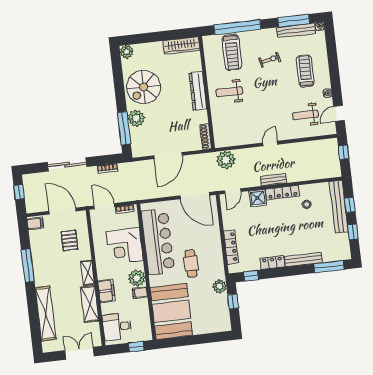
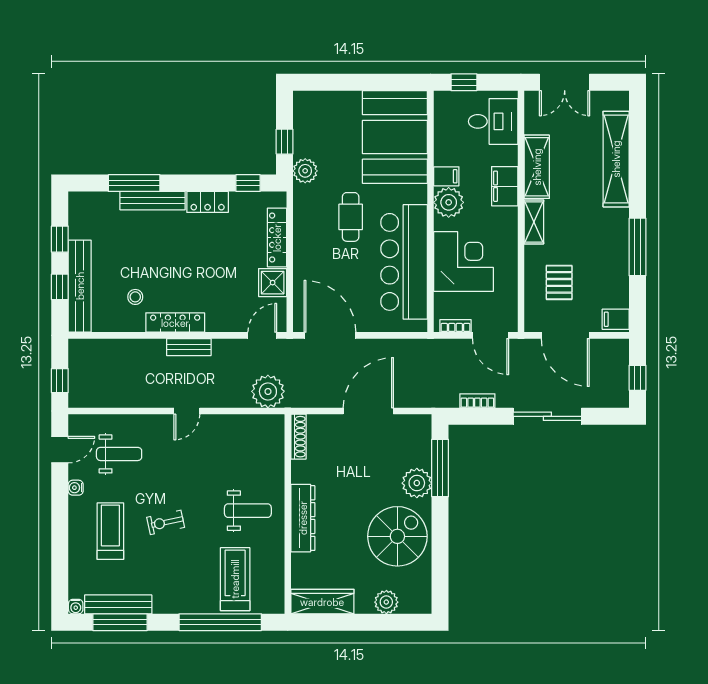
plant: (127, 52) -> (386, 602), moved
exercise bike: (270, 60) -> (166, 522), moved
treadmill: (305, 71) -> (110, 531), turned 180
shower: (257, 198) -> (273, 283), moved
window: (329, 267) -> (134, 183), moved

